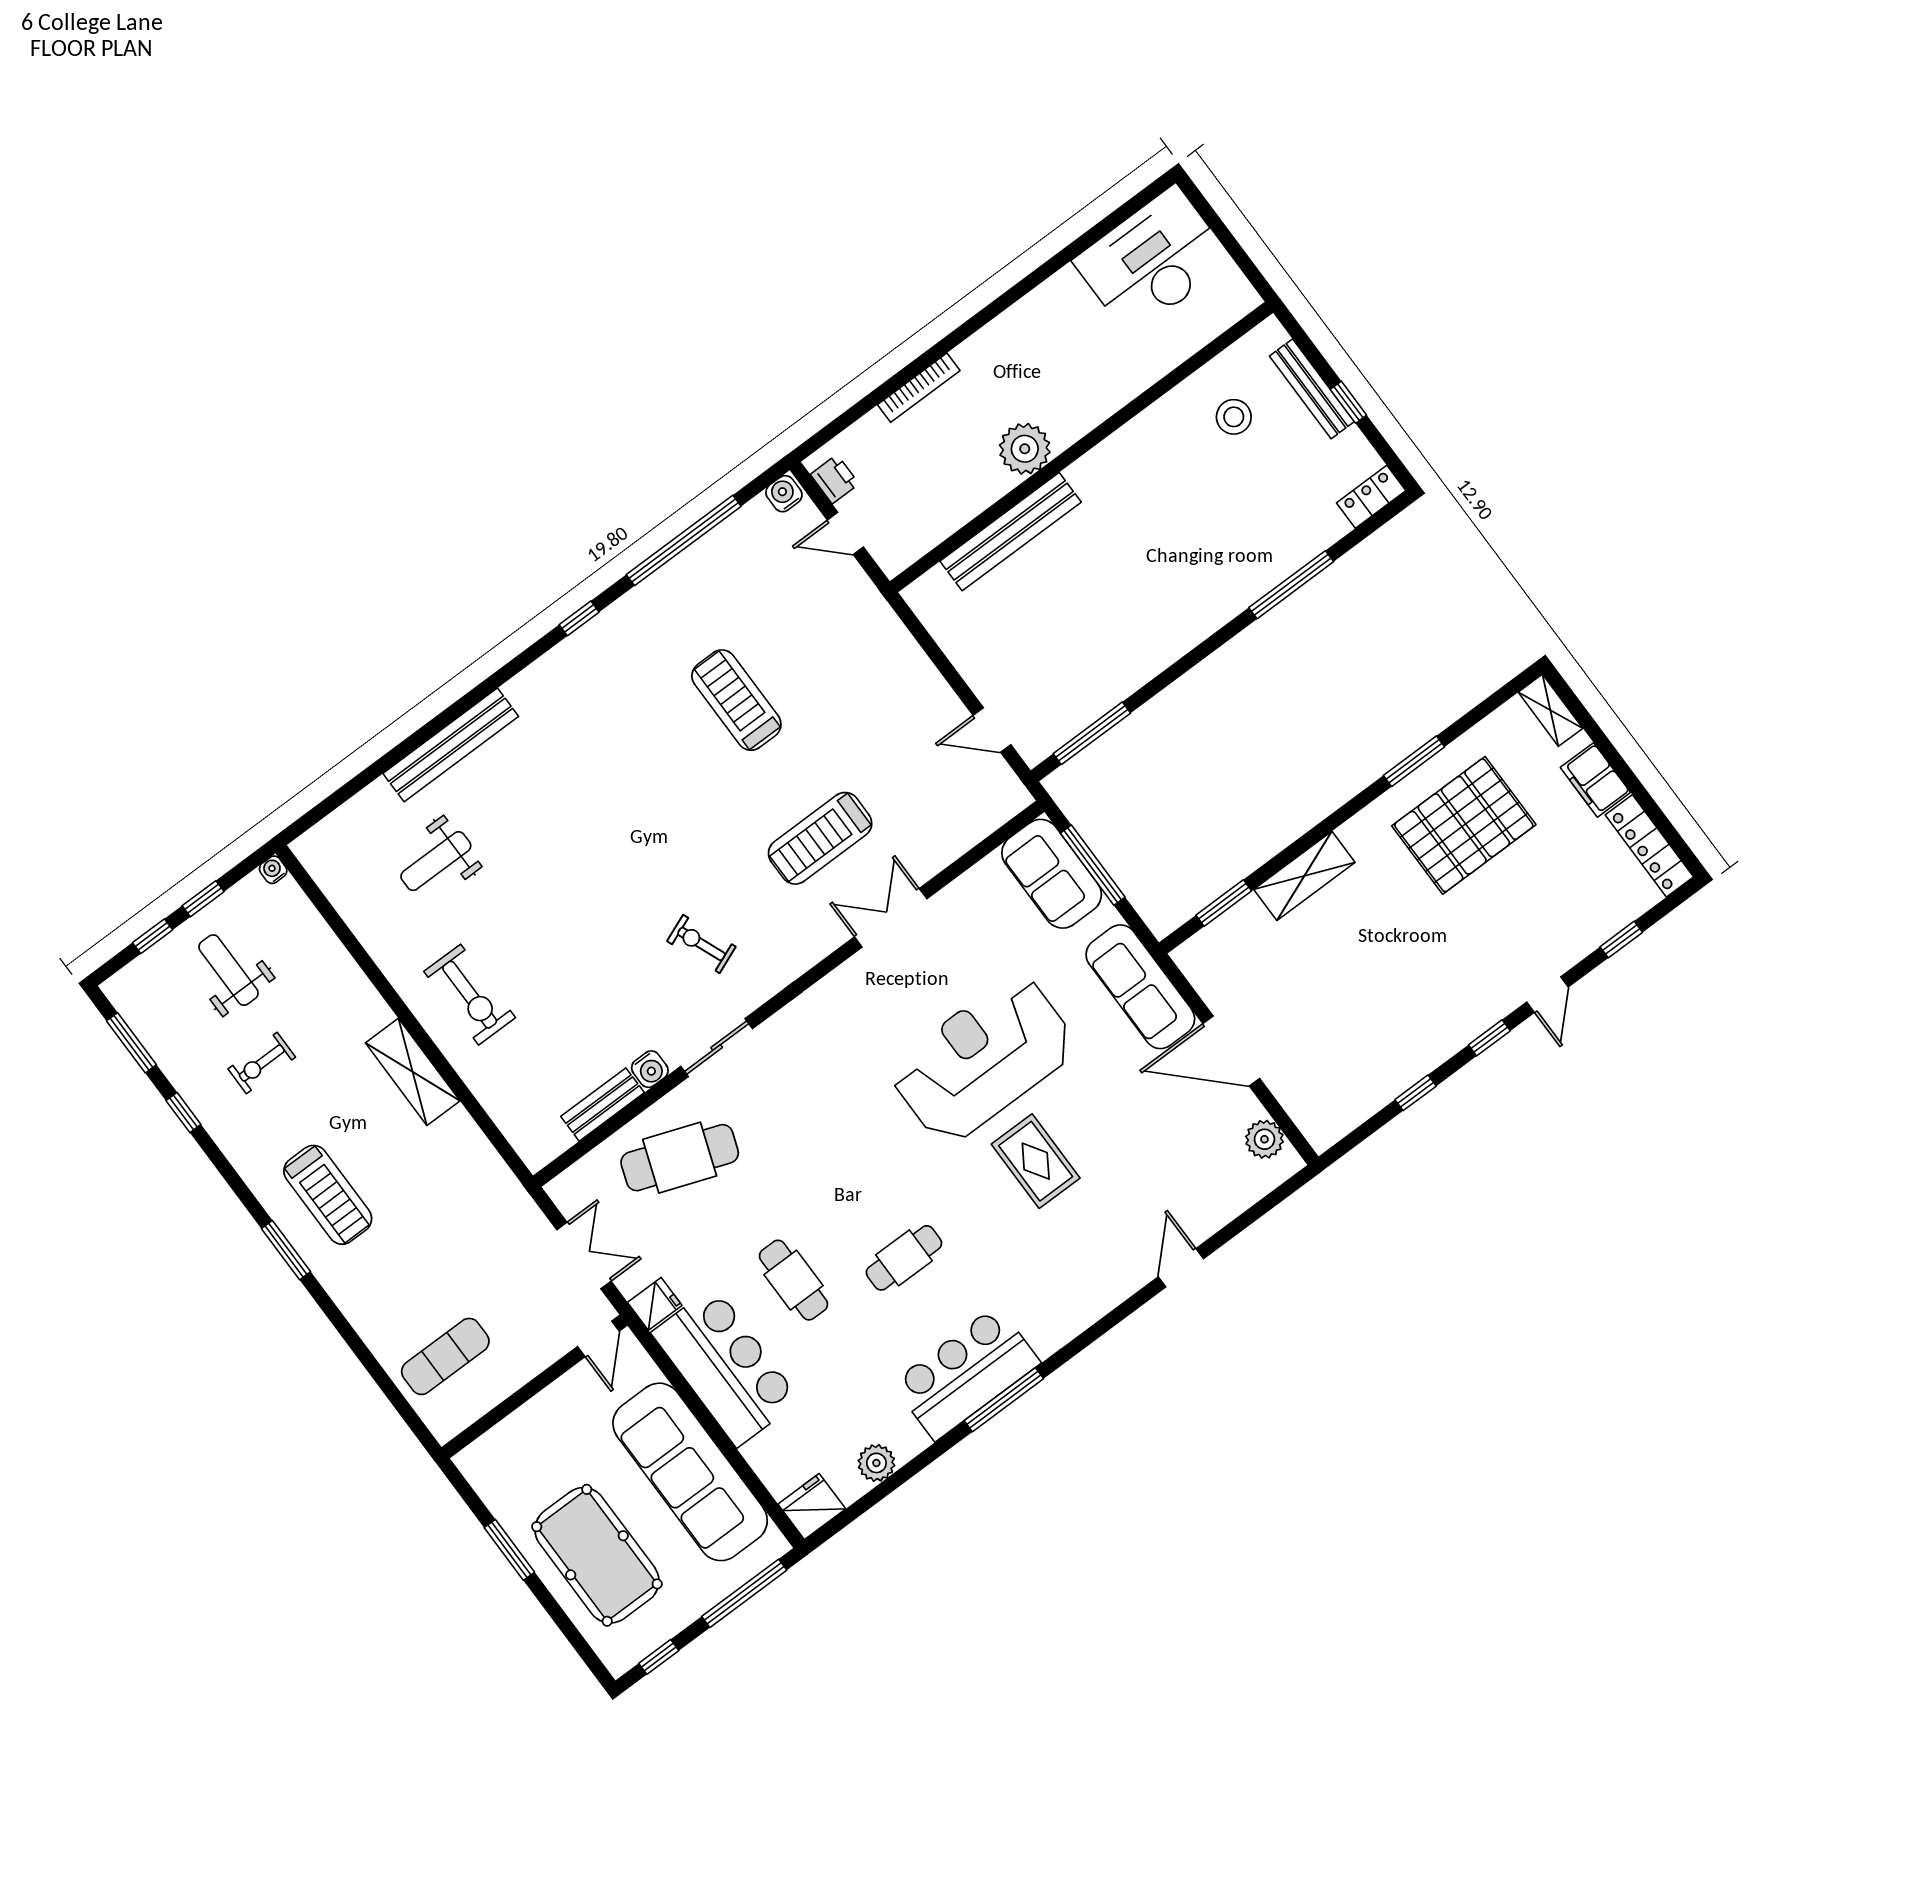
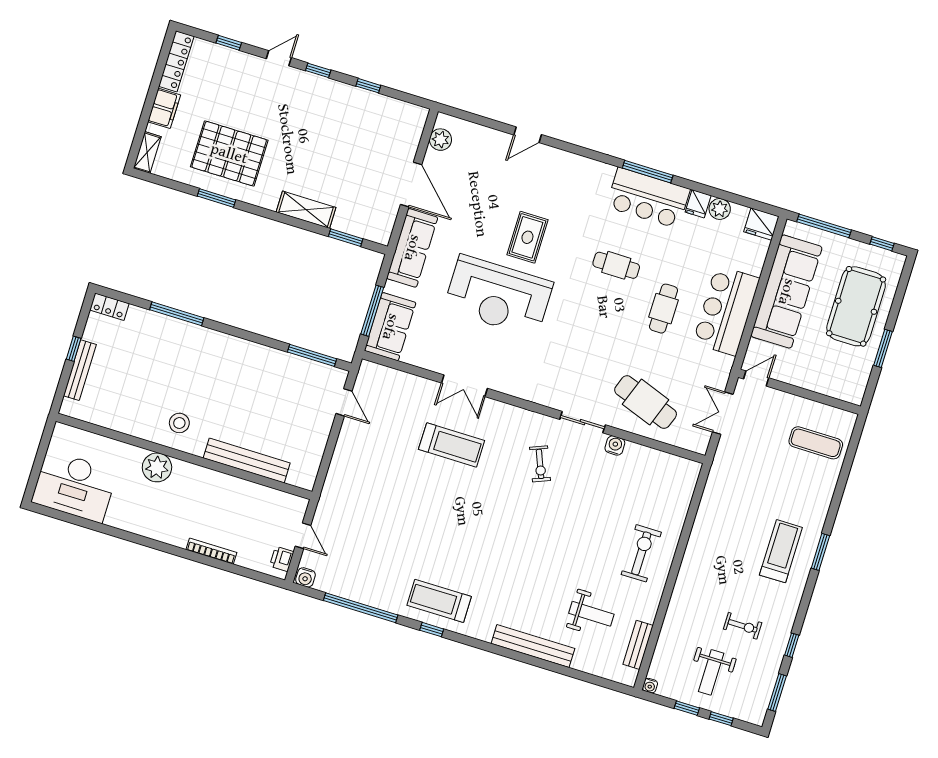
stool: (1234, 417) -> (179, 423), moved
plant: (1025, 449) -> (157, 467), moved
treadmill: (736, 700) -> (439, 601), moved, turned 90
shelving: (413, 1072) -> (696, 554), removed
bench: (603, 1105) -> (638, 645), moved, turned 90
fridge: (655, 1304) -> (698, 204), moved, turned -90

